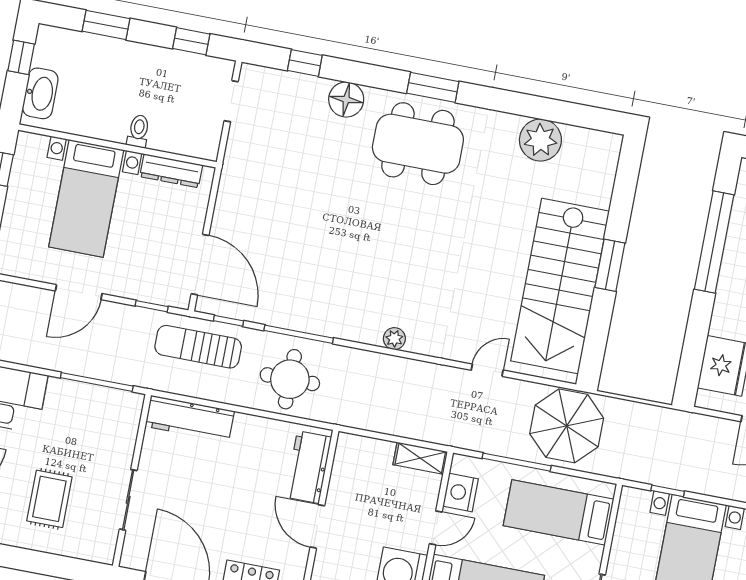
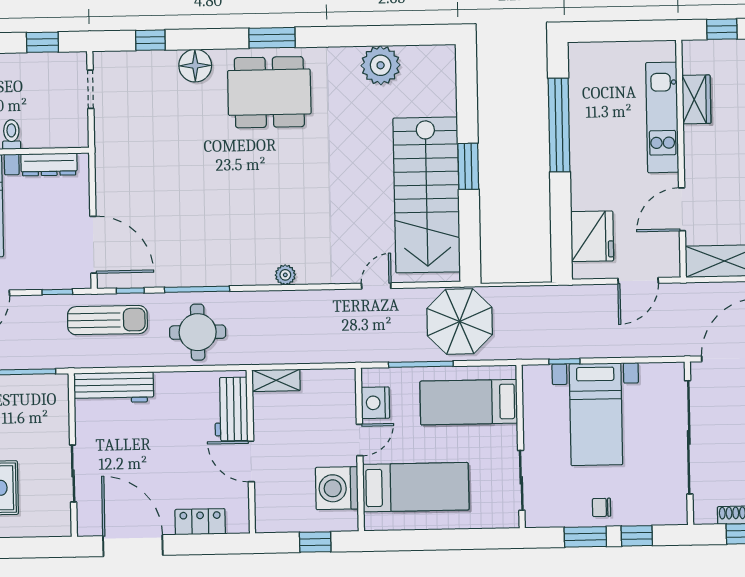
sun lounger: (198, 347) -> (107, 320), turned 180
shelving: (420, 458) -> (276, 380), moved

